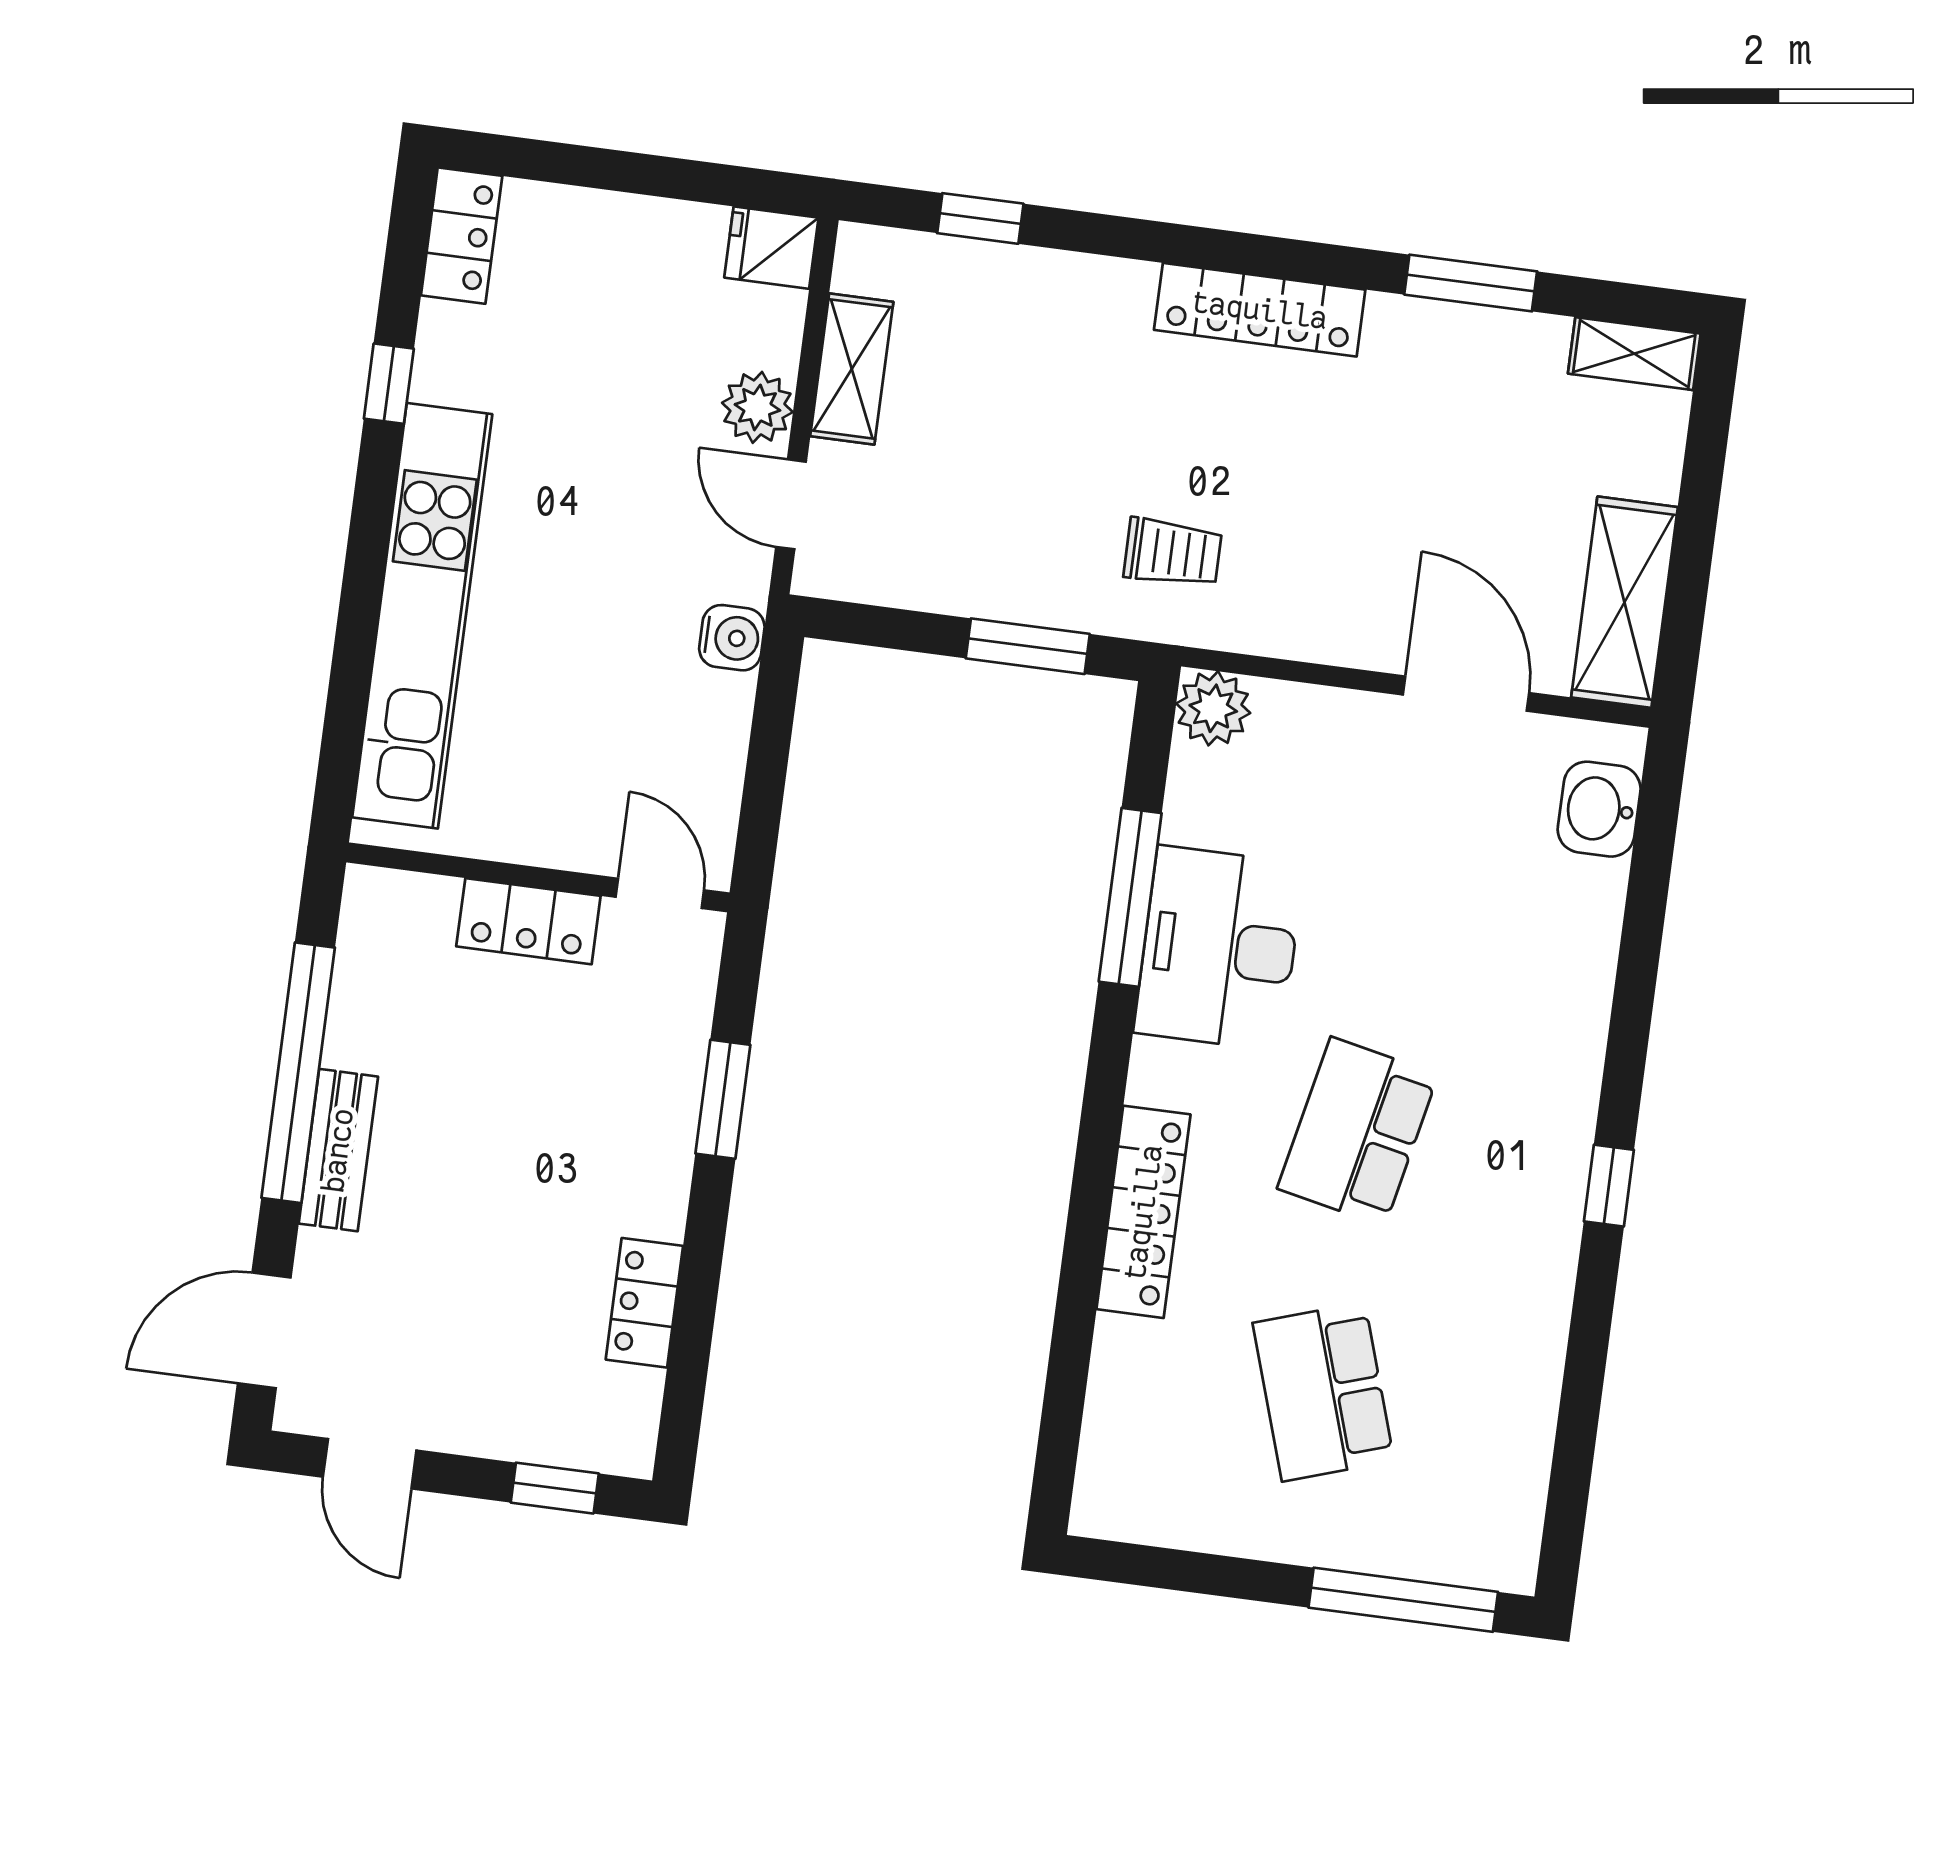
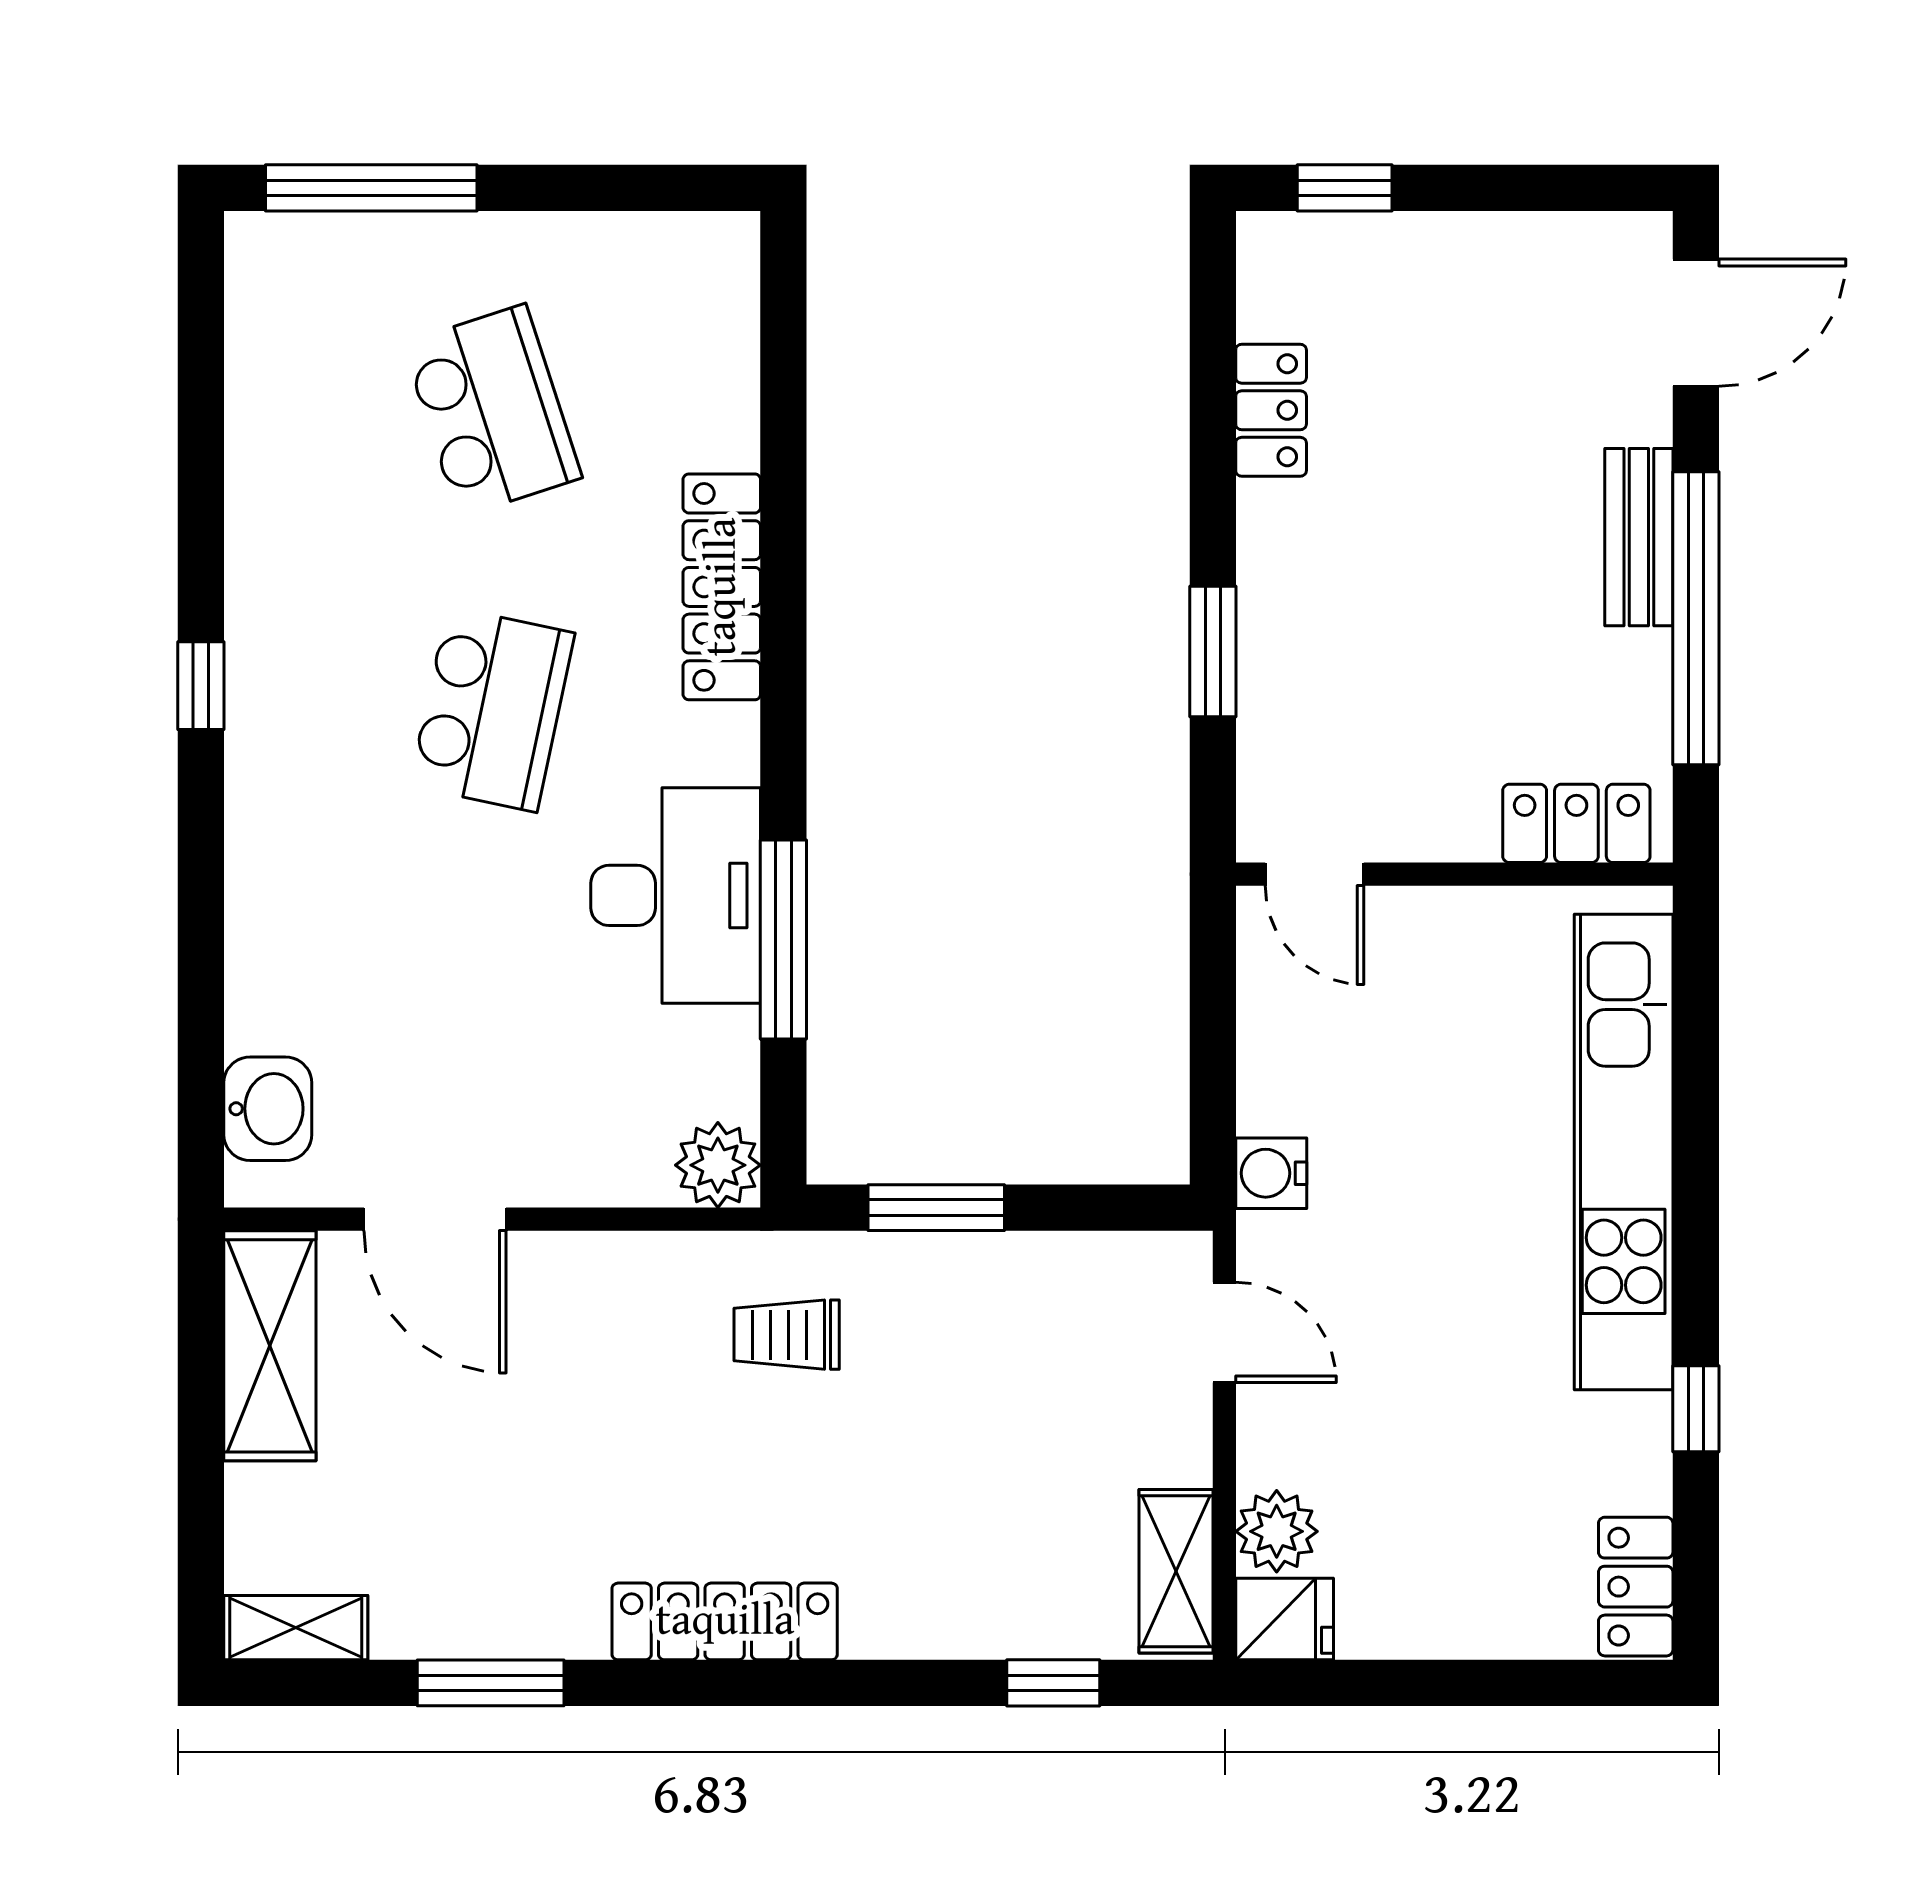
shelving: (852, 369) -> (1176, 1571), moved
plant: (757, 407) -> (1277, 1531), moved
locker: (528, 921) -> (1576, 823), moved
door: (370, 1464) -> (1557, 188), removed

